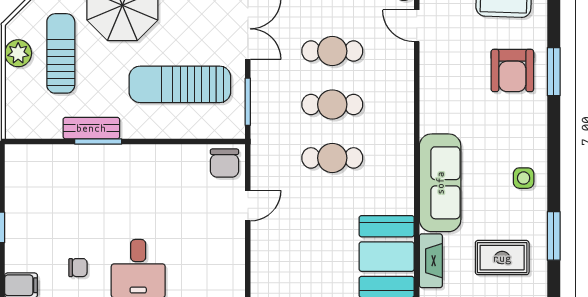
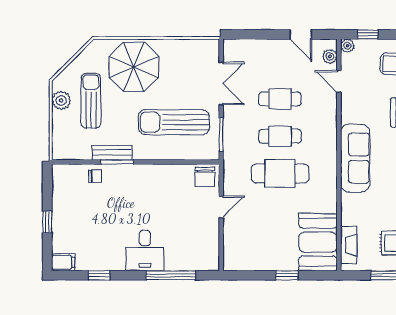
cafe table: (332, 158) -> (280, 173), width x1.37, depth x1.35
sofa: (440, 183) -> (355, 158), moved
chair: (78, 268) -> (95, 176), moved

